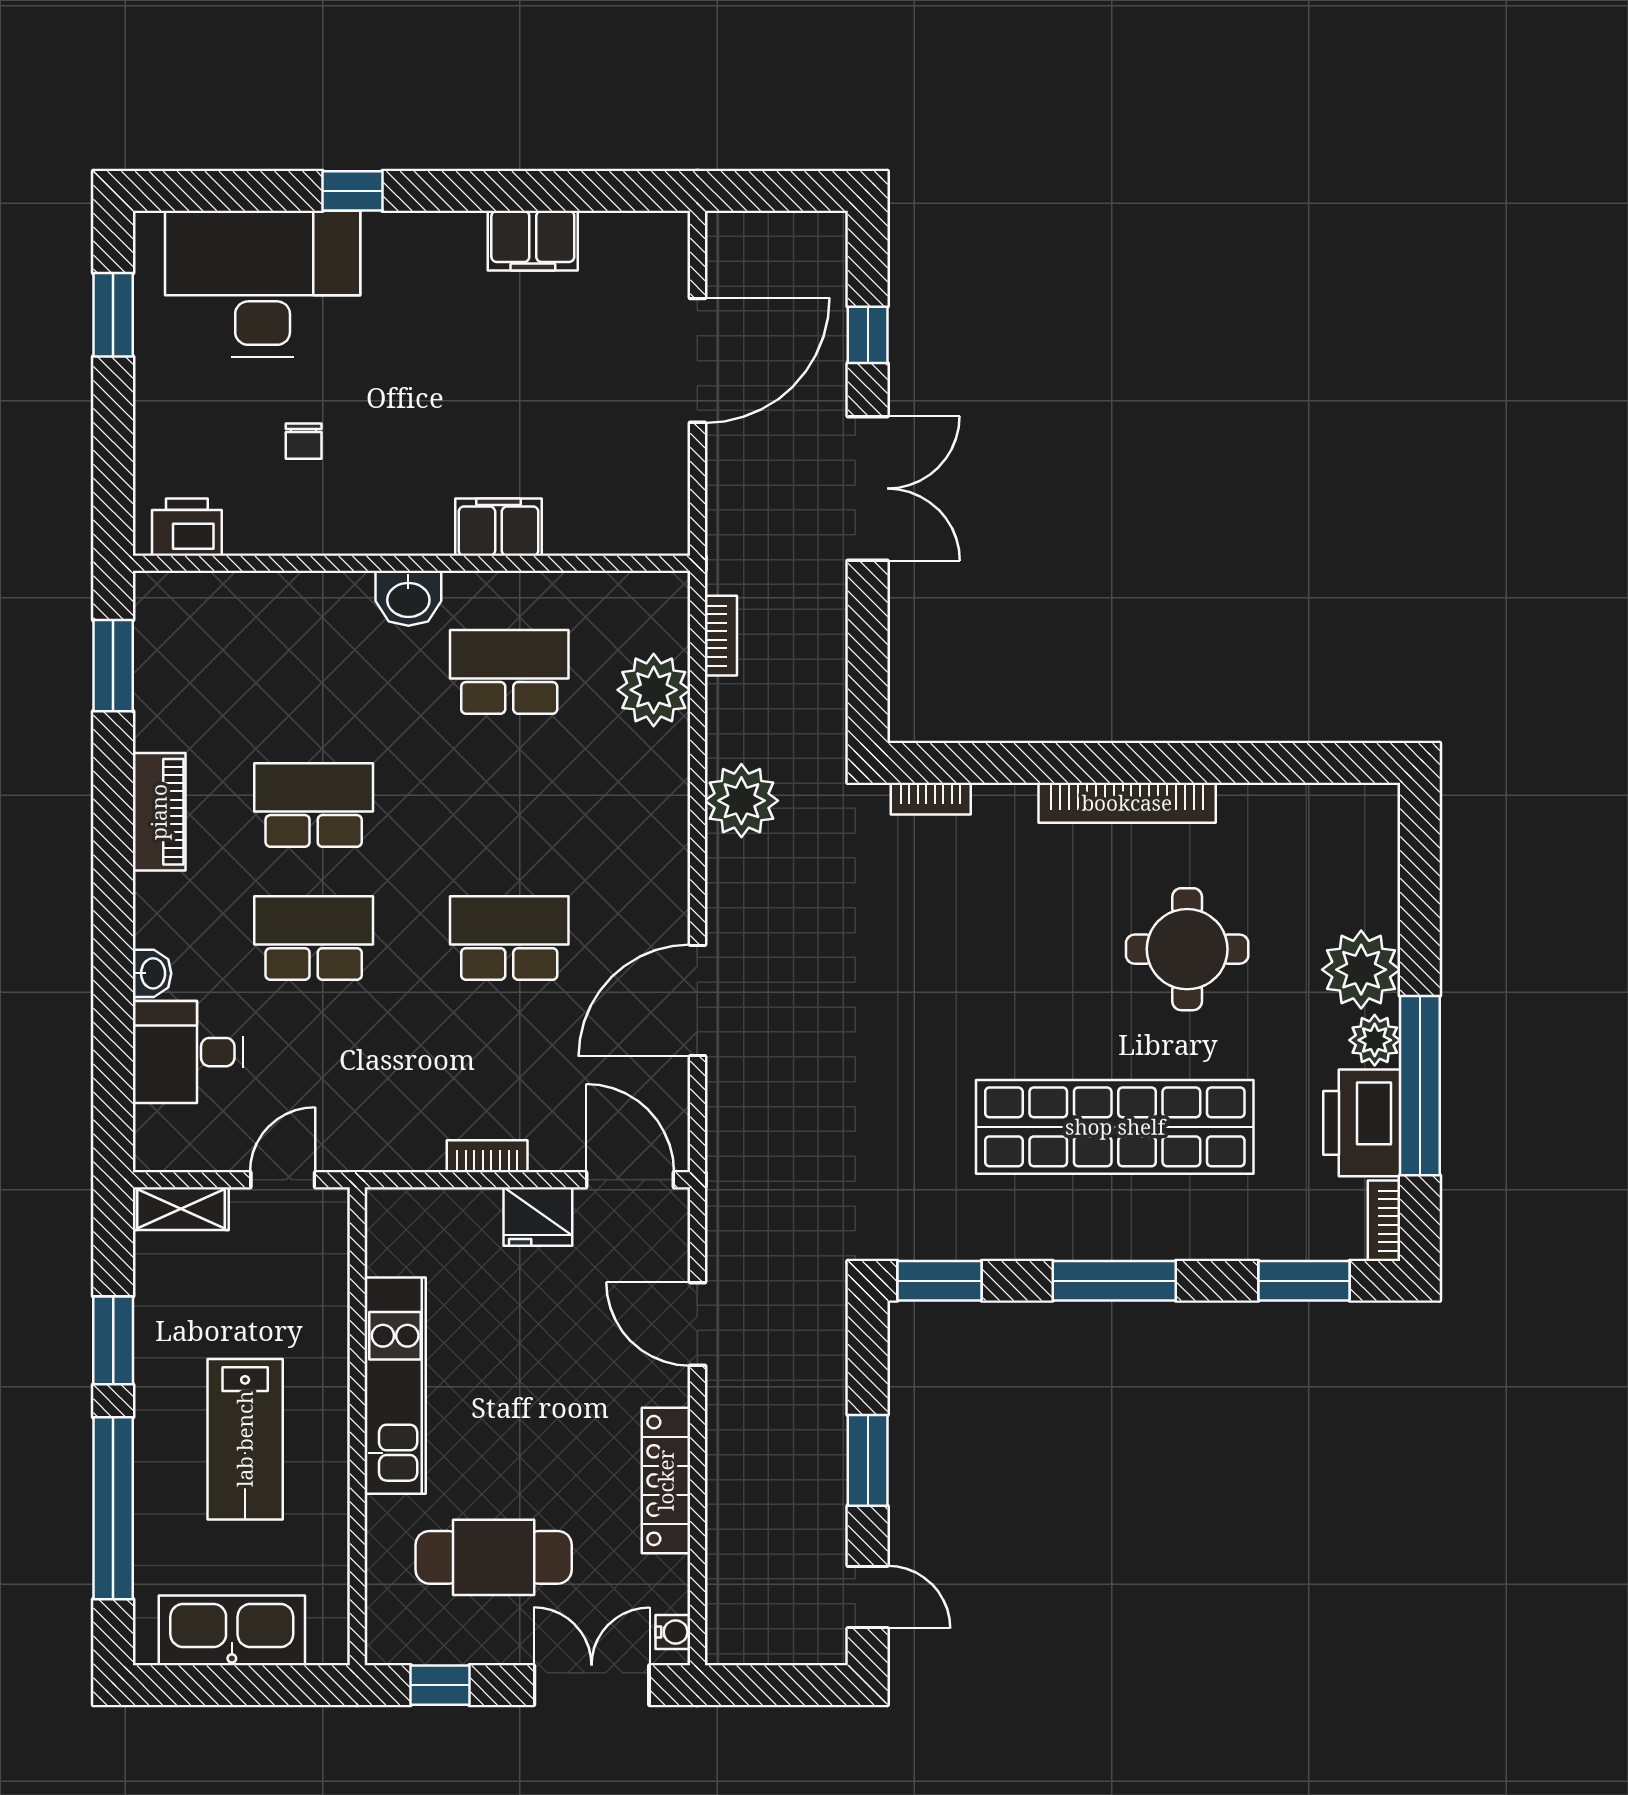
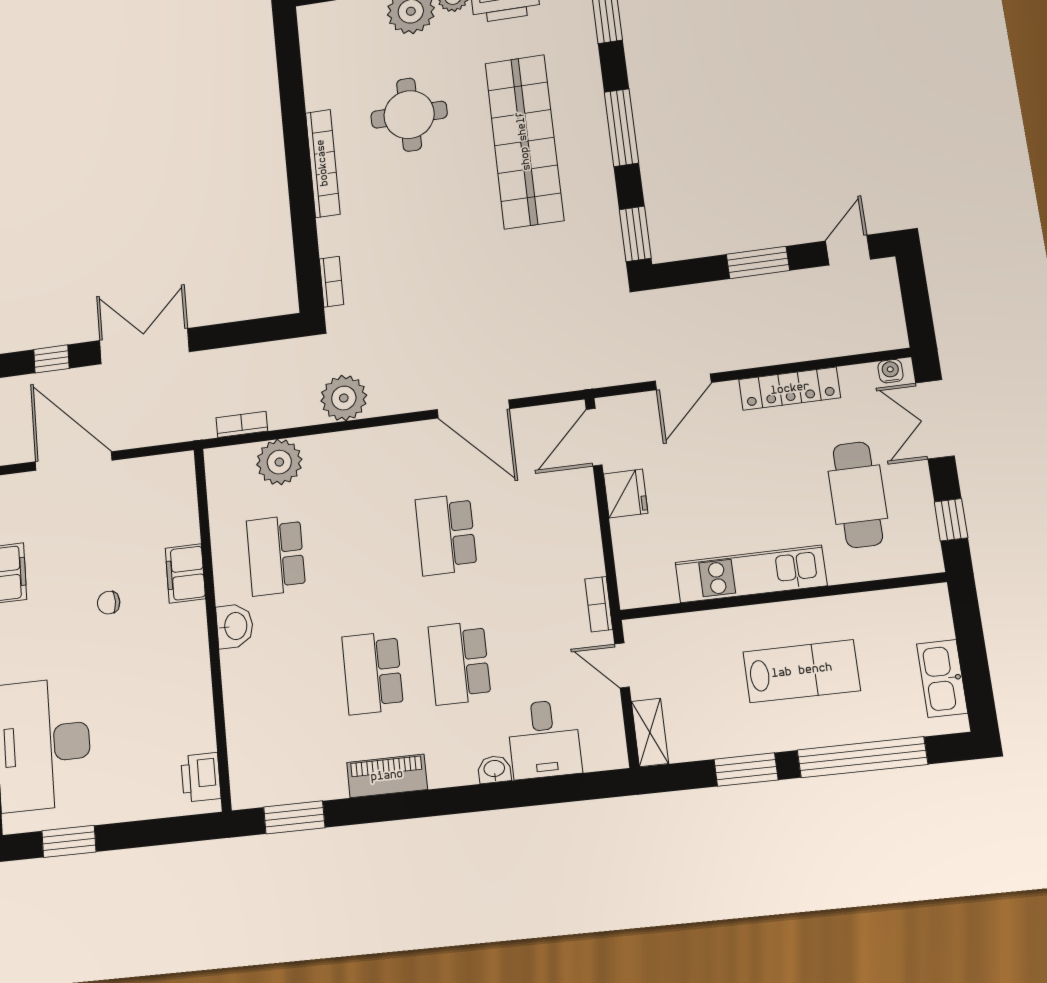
chair: (304, 441) -> (109, 603), moved, turned 180
bookcase: (487, 1156) -> (599, 604), moved
kitchen sink: (232, 1630) -> (942, 678), width x0.73, depth x0.81

